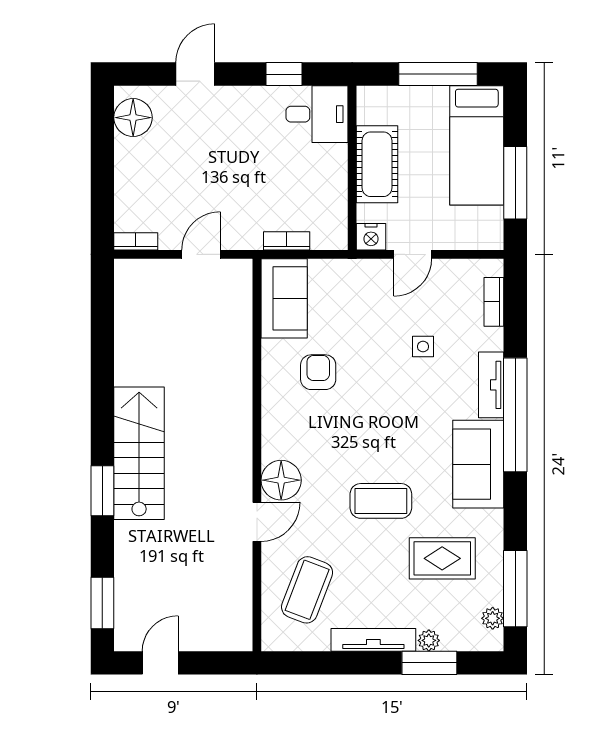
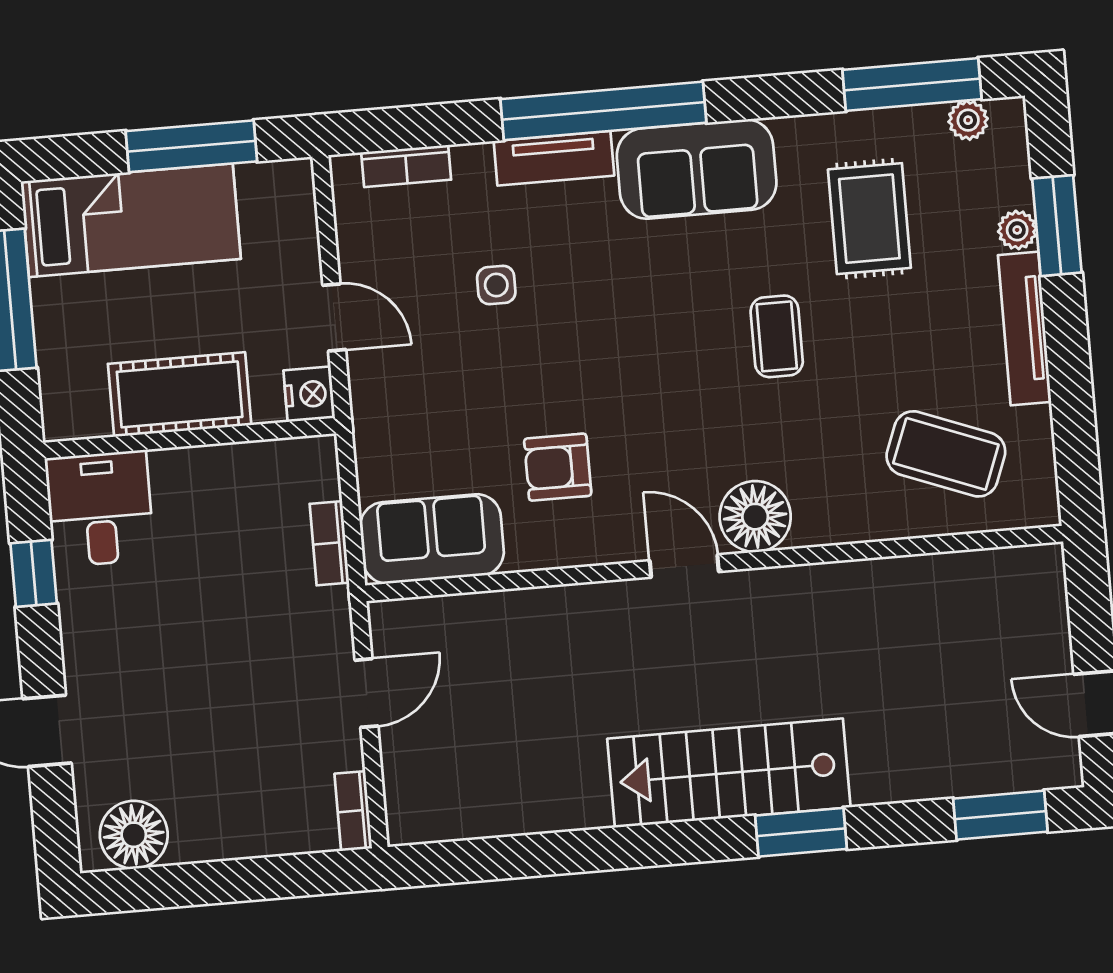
door: (201, 254) -> (366, 693), swing flipped
coffee table: (381, 501) -> (777, 336), width x0.73, depth x0.77
door: (257, 522) -> (684, 566), moved

